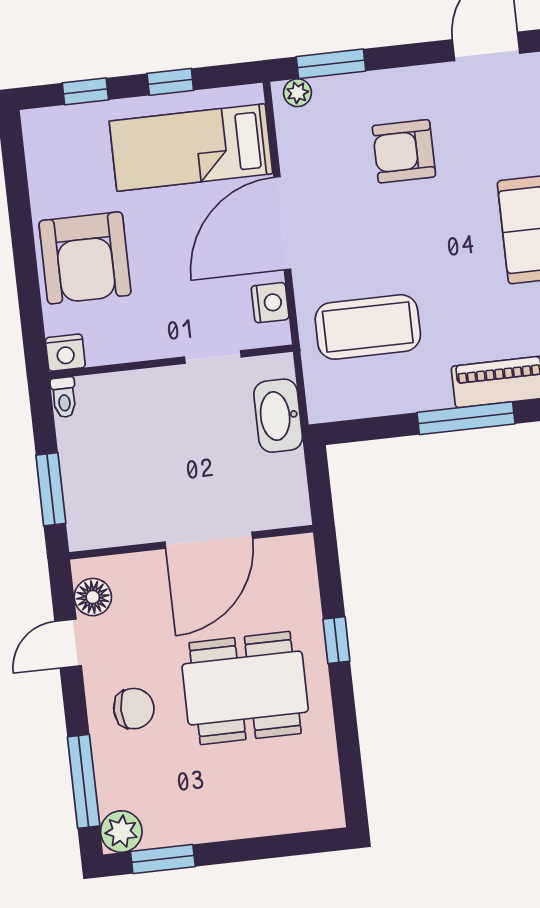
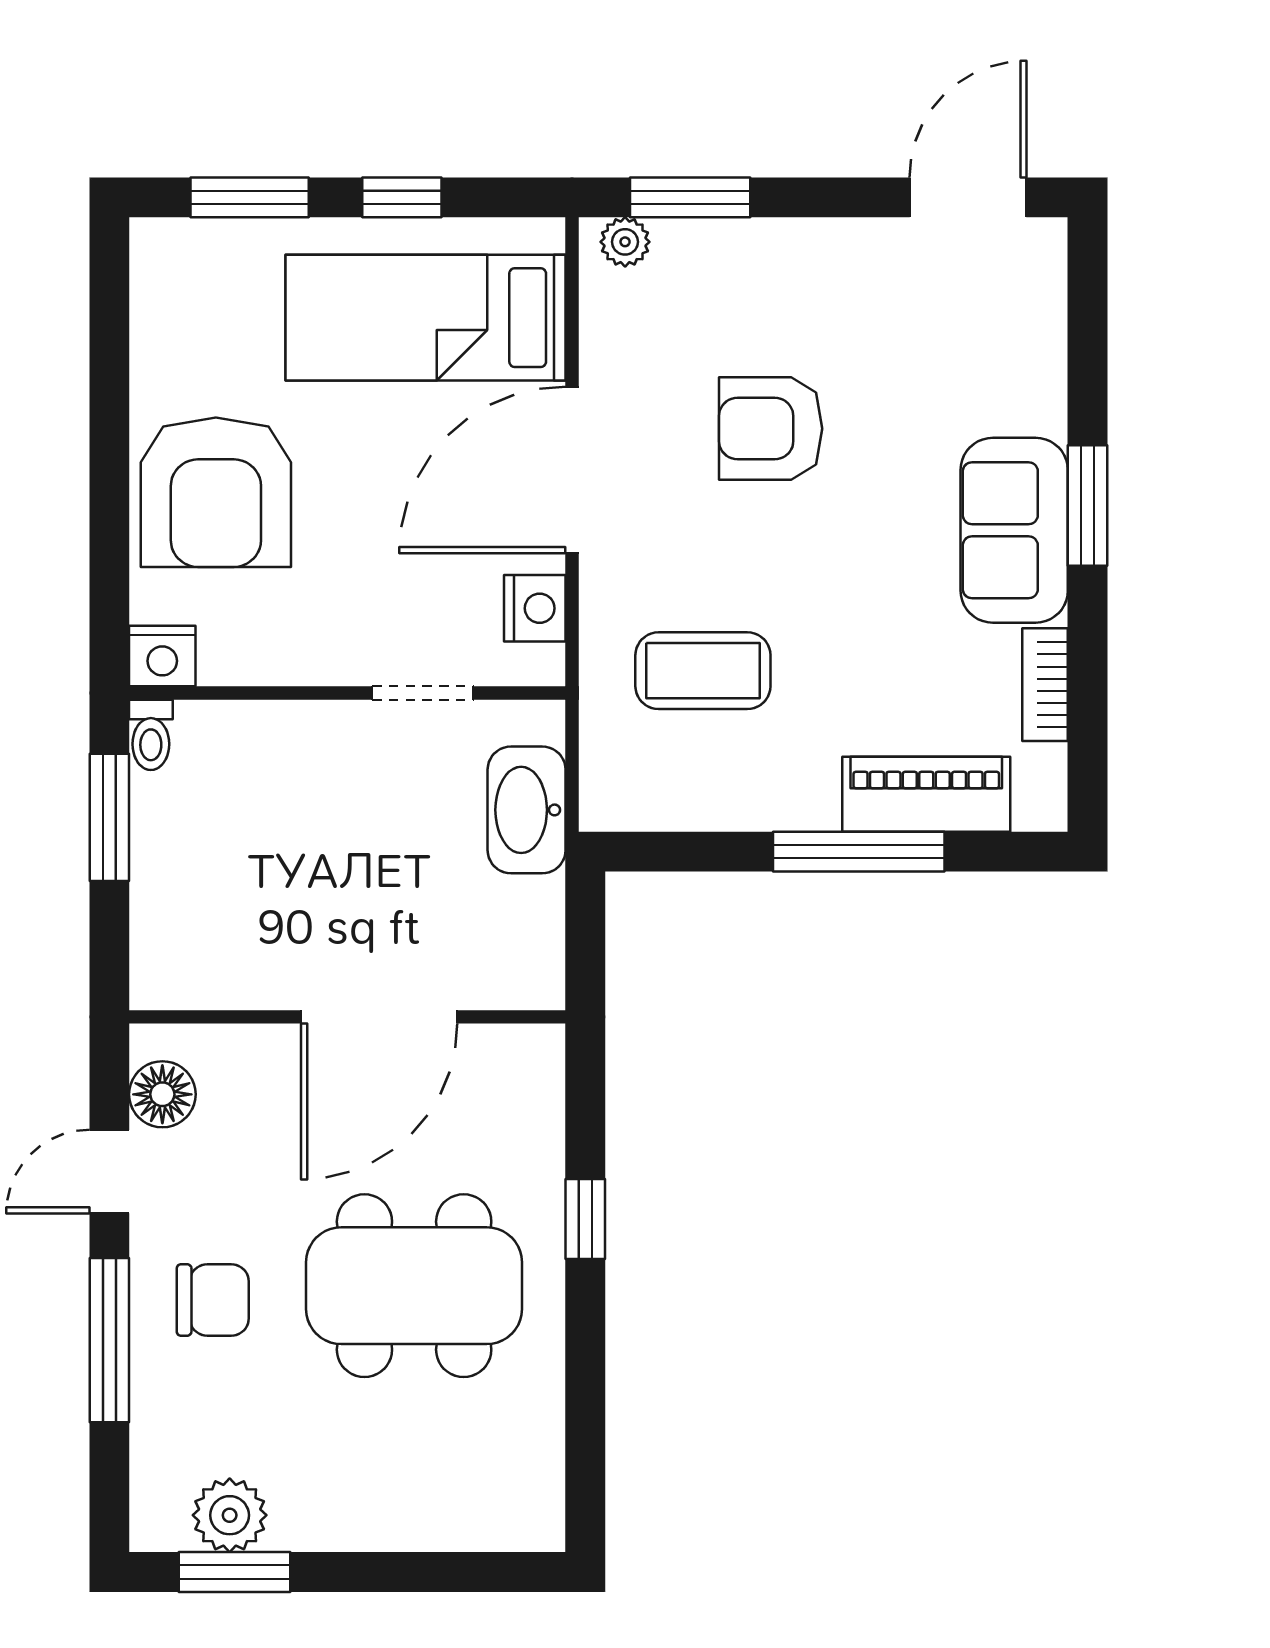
window: (85, 91) -> (250, 197), width x1.50
armchair: (404, 151) -> (771, 429), moved
coffee table: (368, 327) -> (703, 671), width x0.73, depth x0.76
window: (51, 489) -> (109, 817), moved
window: (84, 781) -> (109, 1340), moved
plant: (121, 832) -> (230, 1515), moved

